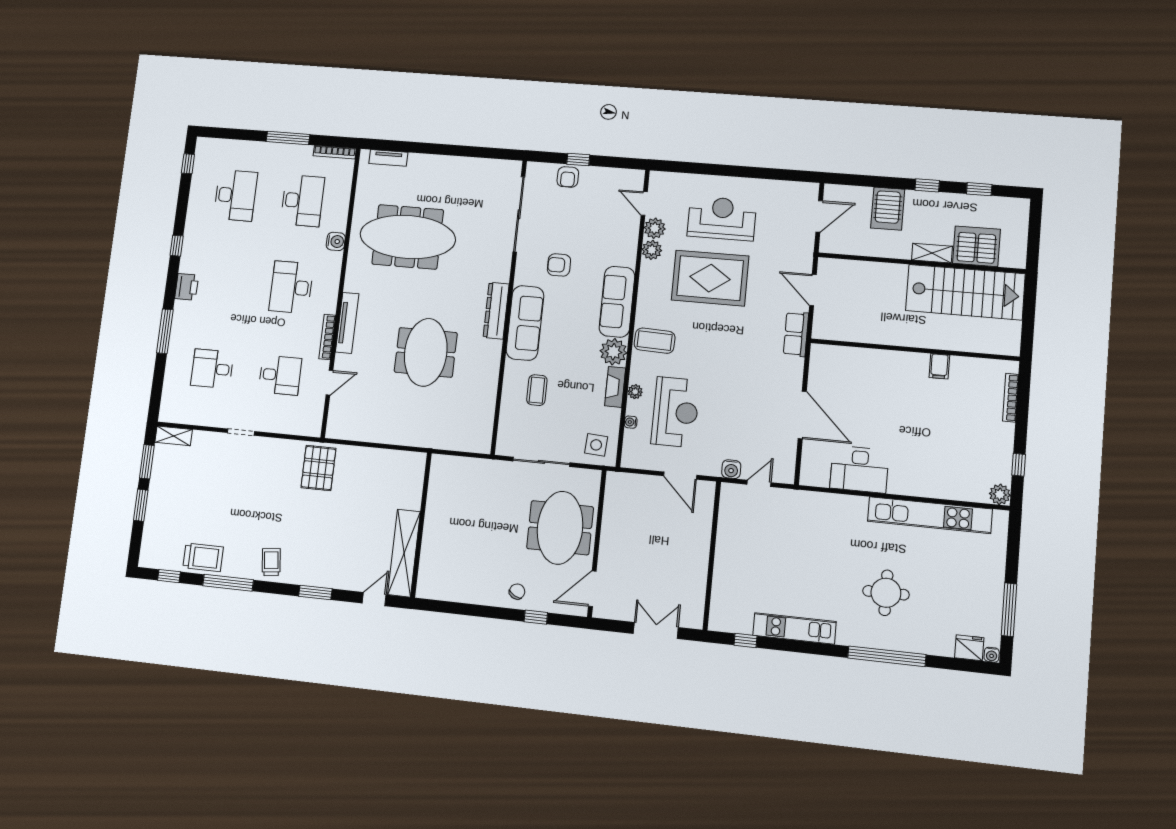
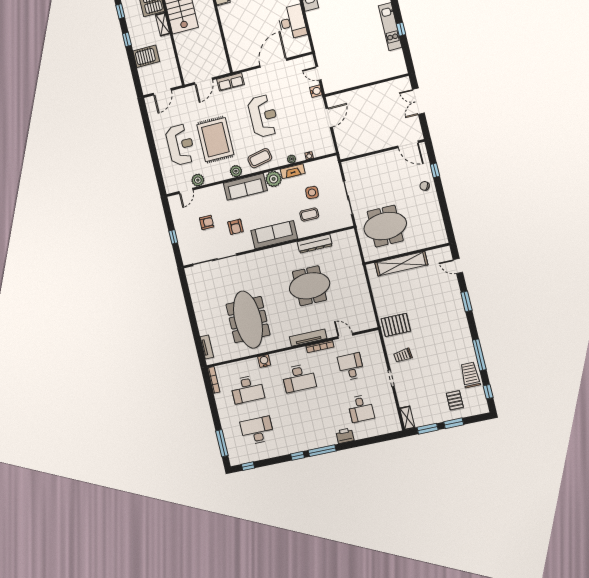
window: (288, 138) -> (222, 443), moved
armchair: (568, 177) -> (207, 222), moved
desk: (302, 201) -> (247, 389), turned 180
door: (819, 216) -> (162, 92), swing flipped
reception desk: (722, 218) -> (180, 145), turned 180
plant: (652, 250) -> (236, 171), moved
printer: (187, 287) -> (345, 436), moved
dresser: (496, 311) -> (315, 244), moved
window: (165, 331) -> (322, 451), moved
coffee table: (655, 341) -> (260, 158), turned 76
reception desk: (675, 412) -> (263, 116), moved, turned 90
side table: (596, 445) -> (312, 192), moved
pallet: (174, 519) -> (455, 400), added
meeting table: (560, 528) -> (385, 226), moved
shelving: (404, 553) -> (401, 264), moved
trolley: (271, 562) -> (403, 355), moved
window: (745, 641) -> (401, 29), moved

